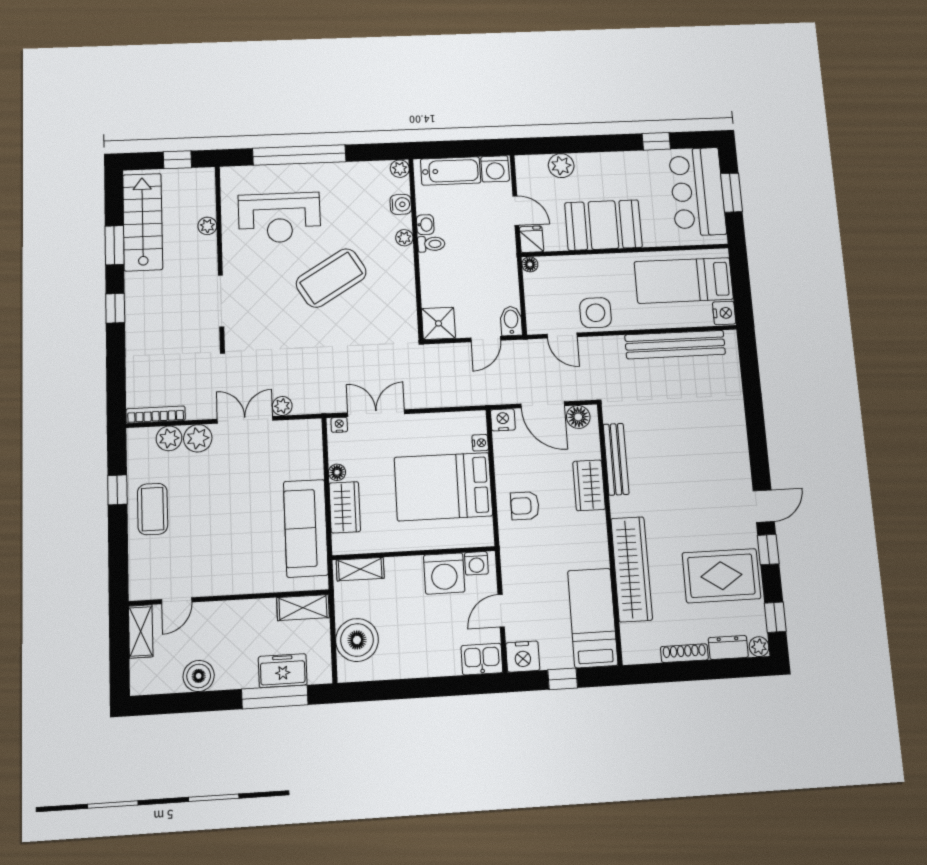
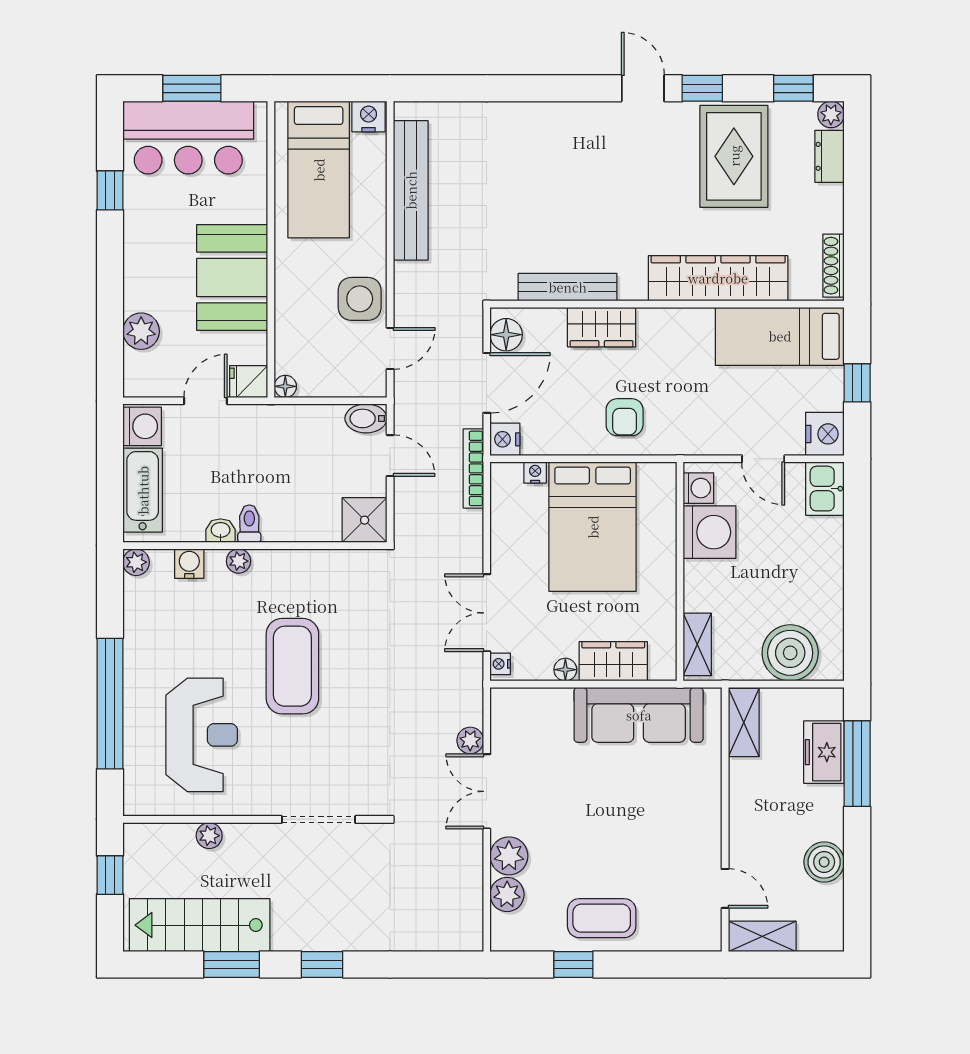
coffee table: (331, 278) -> (292, 666), turned 31
bookcase: (156, 415) -> (473, 468), moved
shoe rack: (684, 653) -> (834, 266), moved

